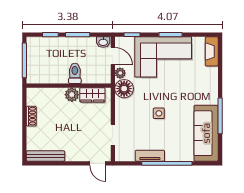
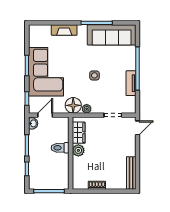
fireplace: (212, 51) -> (64, 30), moved
plant: (120, 73) -> (87, 109), moved

